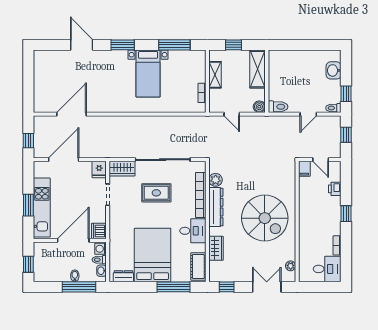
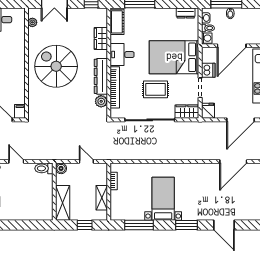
door: (308, 114) -> (16, 162), hinge flipped
dishwasher: (99, 231) -> (208, 70), moved
bed: (153, 255) -> (174, 57), moved, turned 90

